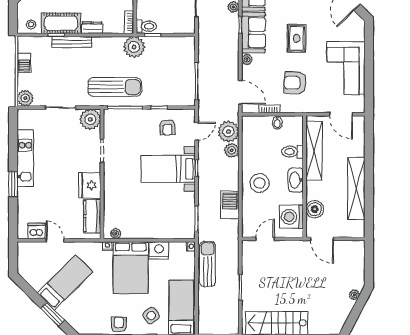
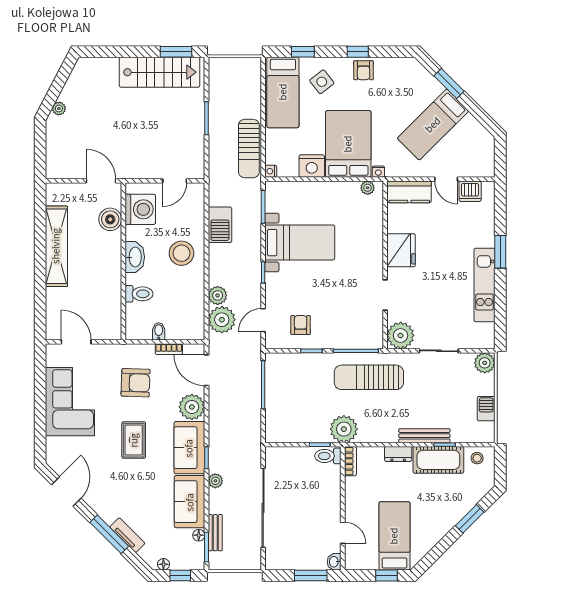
plant: (247, 59) -> (192, 407), width x1.87, depth x1.87
shelving: (314, 151) -> (111, 295), removed
bed with nightstands: (168, 169) -> (300, 243), moved
kitchen counter: (92, 216) -> (409, 192), moved, turned 90

